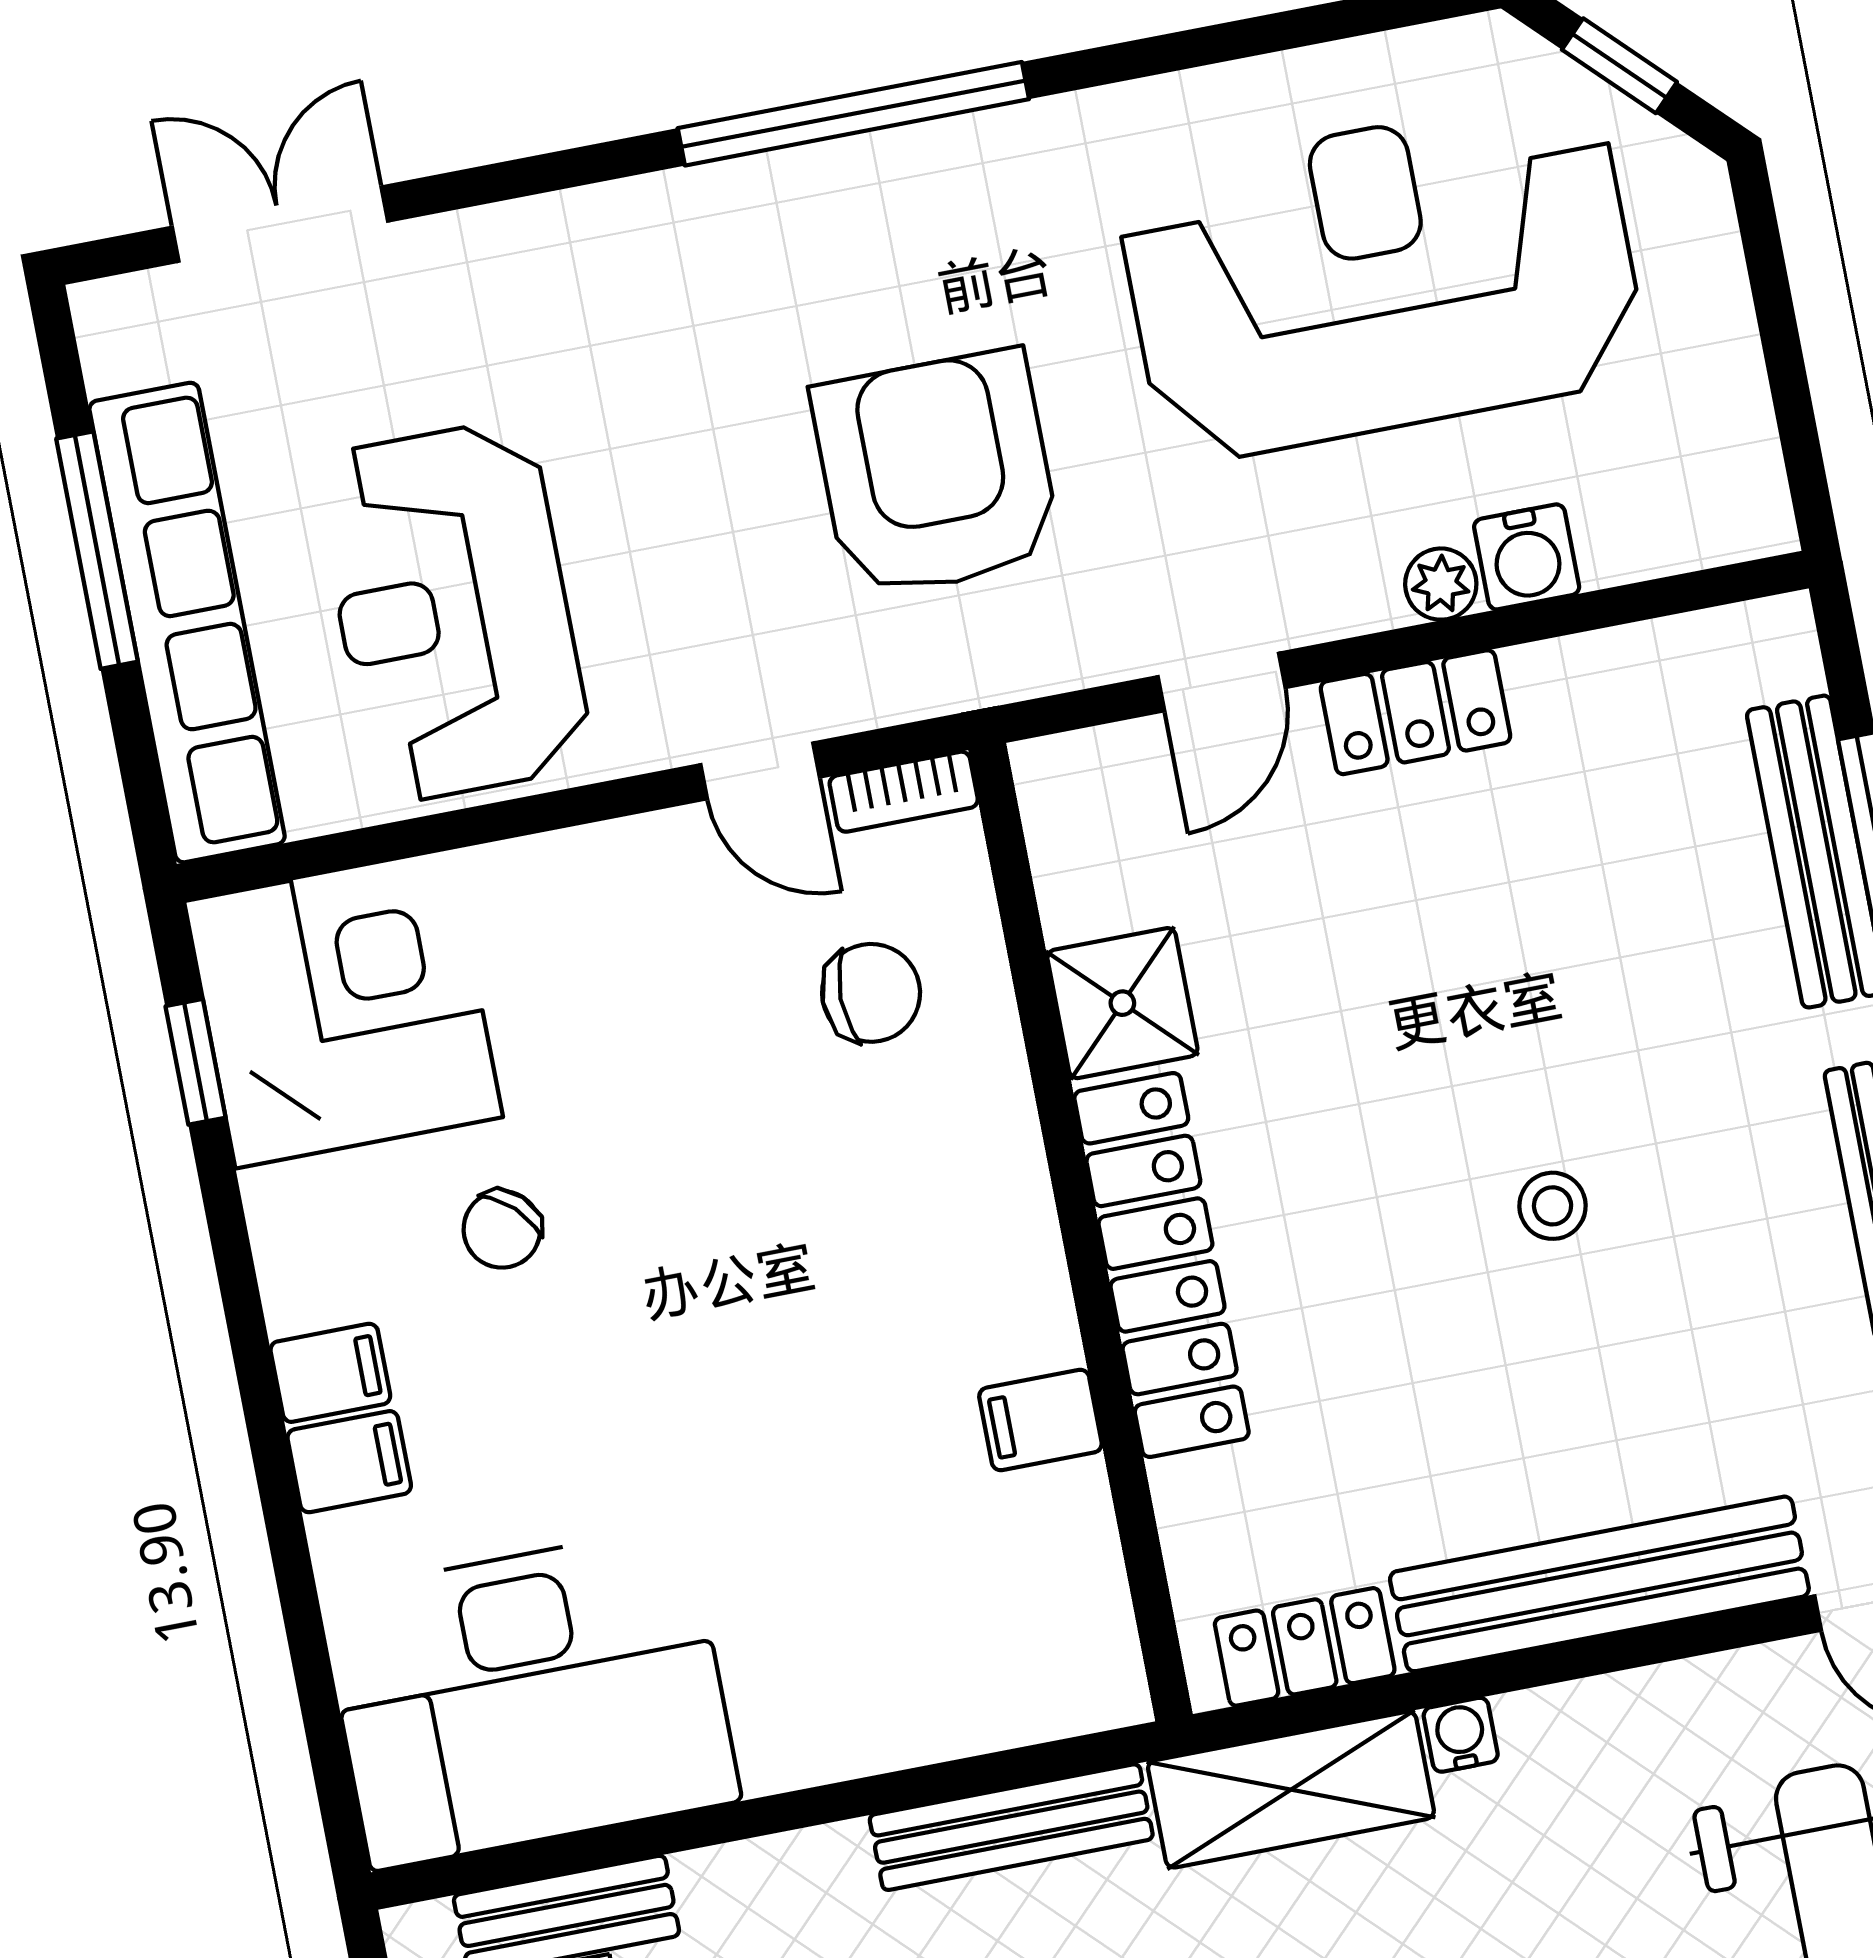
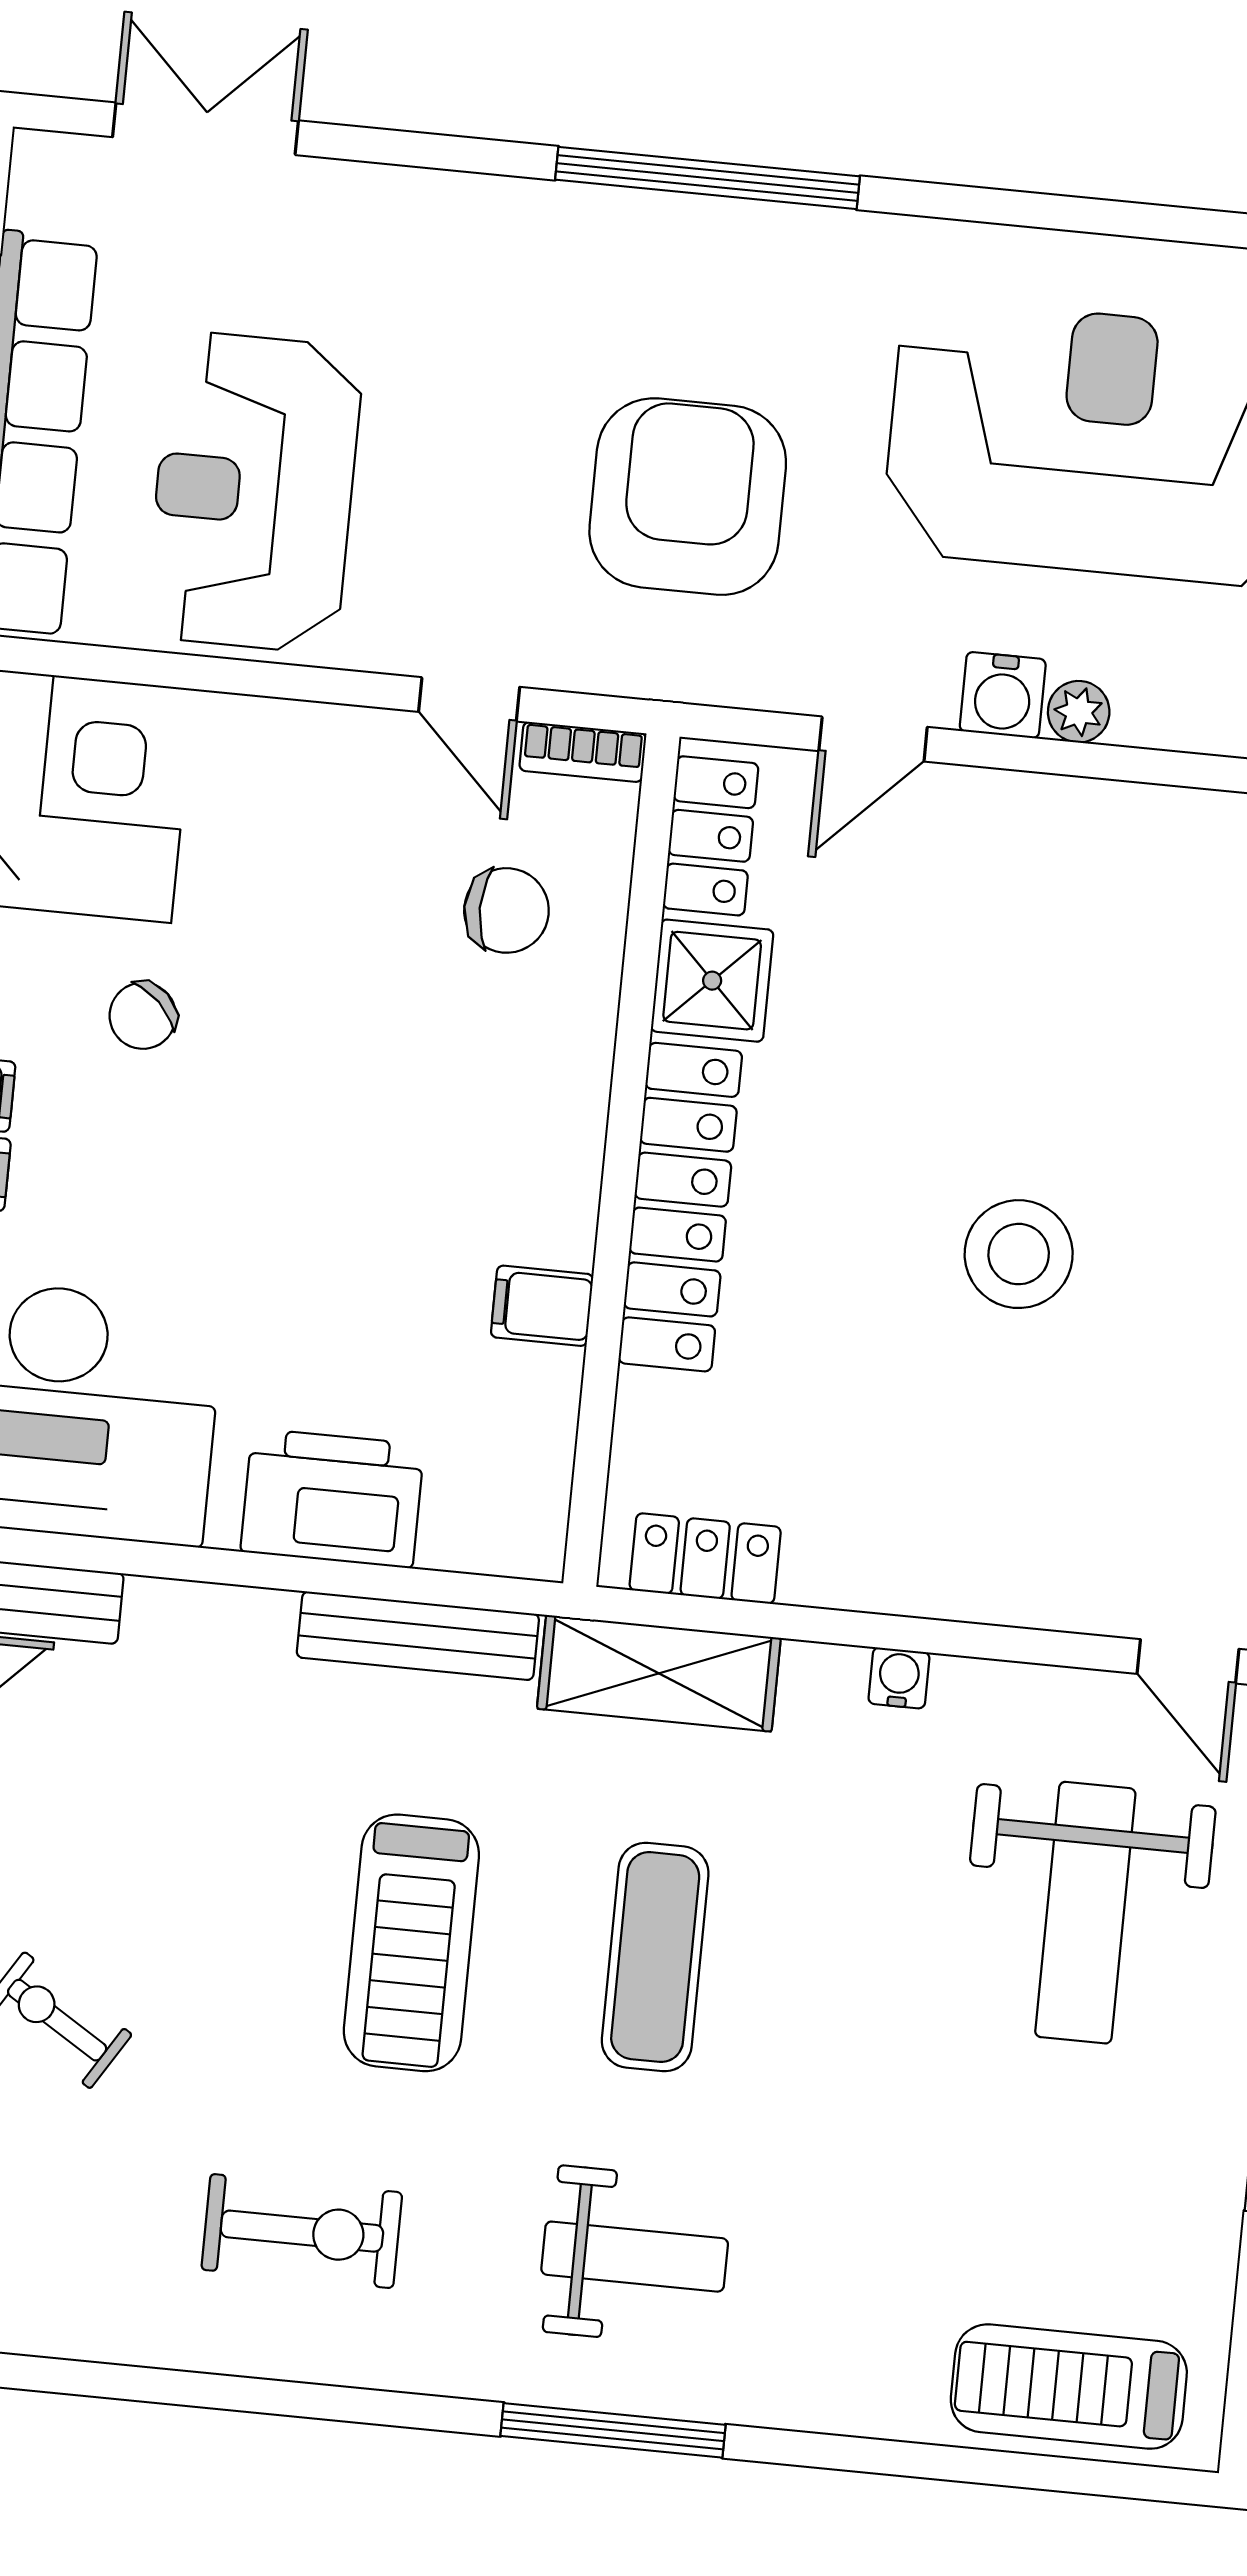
water cooler: (1527, 557) -> (1003, 695), moved
locker: (1415, 712) -> (711, 836), moved, turned -90
stool: (1553, 1206) -> (1019, 1254), width x1.89, depth x1.89
bench: (1599, 1584) -> (965, 1579), removed
printer: (871, 1703) -> (332, 1498), added
water cooler: (1461, 1735) -> (899, 1678), moved

